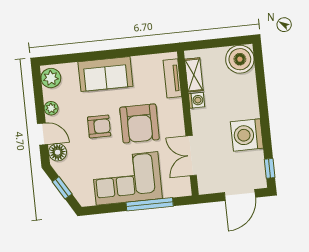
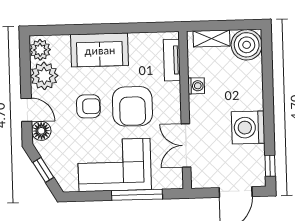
shelving: (194, 75) -> (211, 39), moved, turned 90
plant: (51, 108) -> (44, 76), width x1.88, depth x1.88

